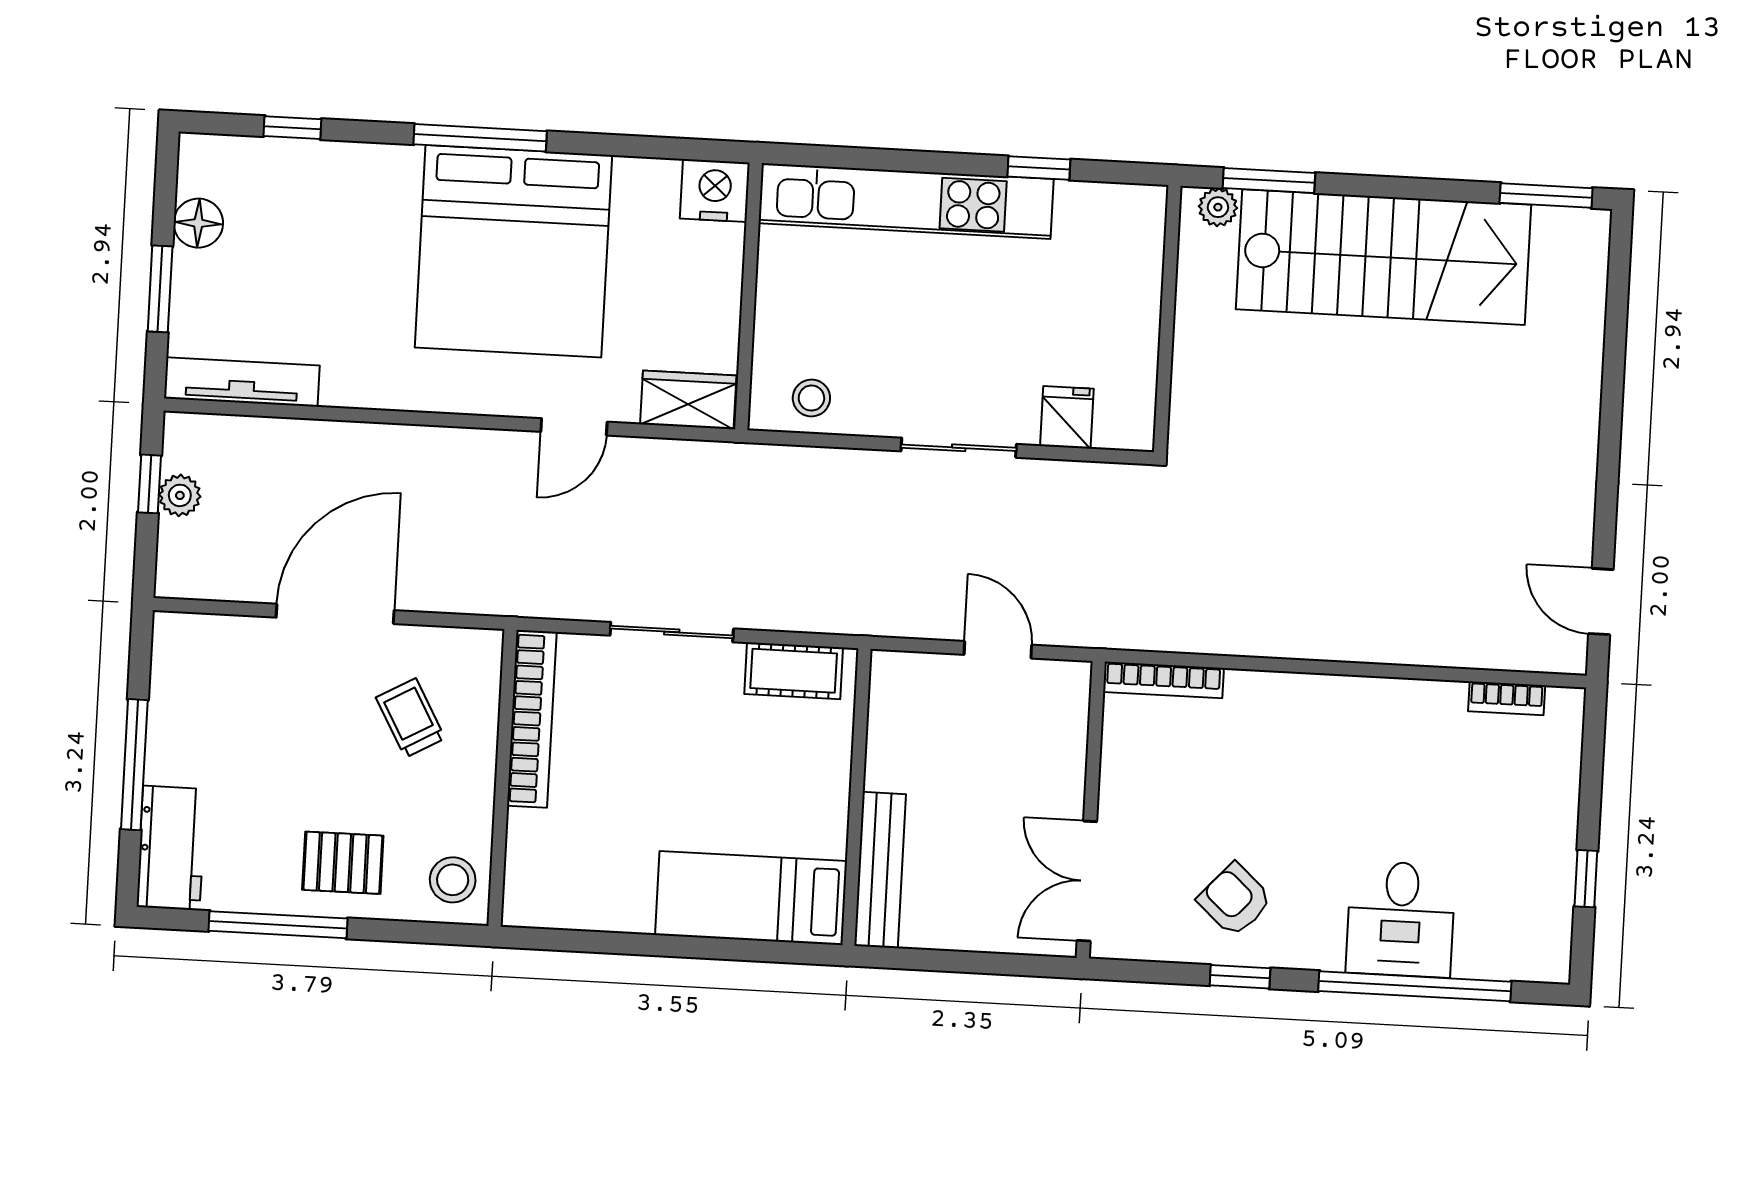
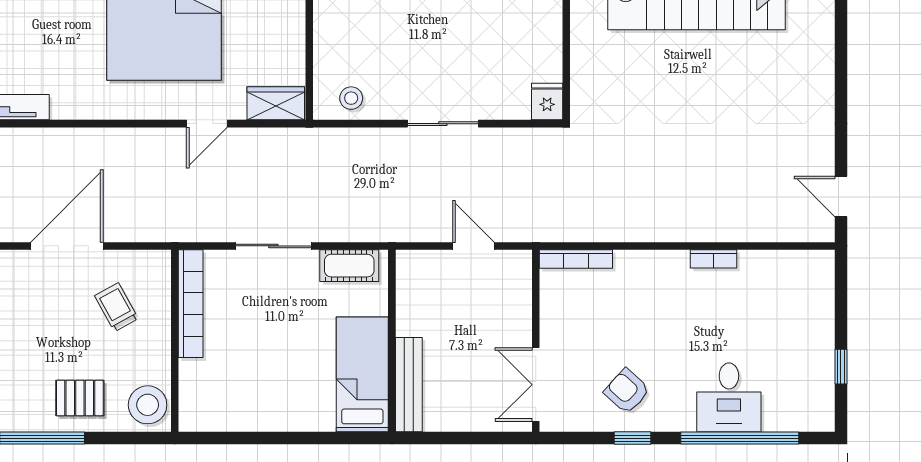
fridge: (1067, 417) -> (547, 101), moved
bookcase: (1507, 698) -> (713, 259), moved
stool: (453, 880) -> (148, 405), width x1.38, depth x1.38
bed: (751, 898) -> (362, 374), moved, turned 90

